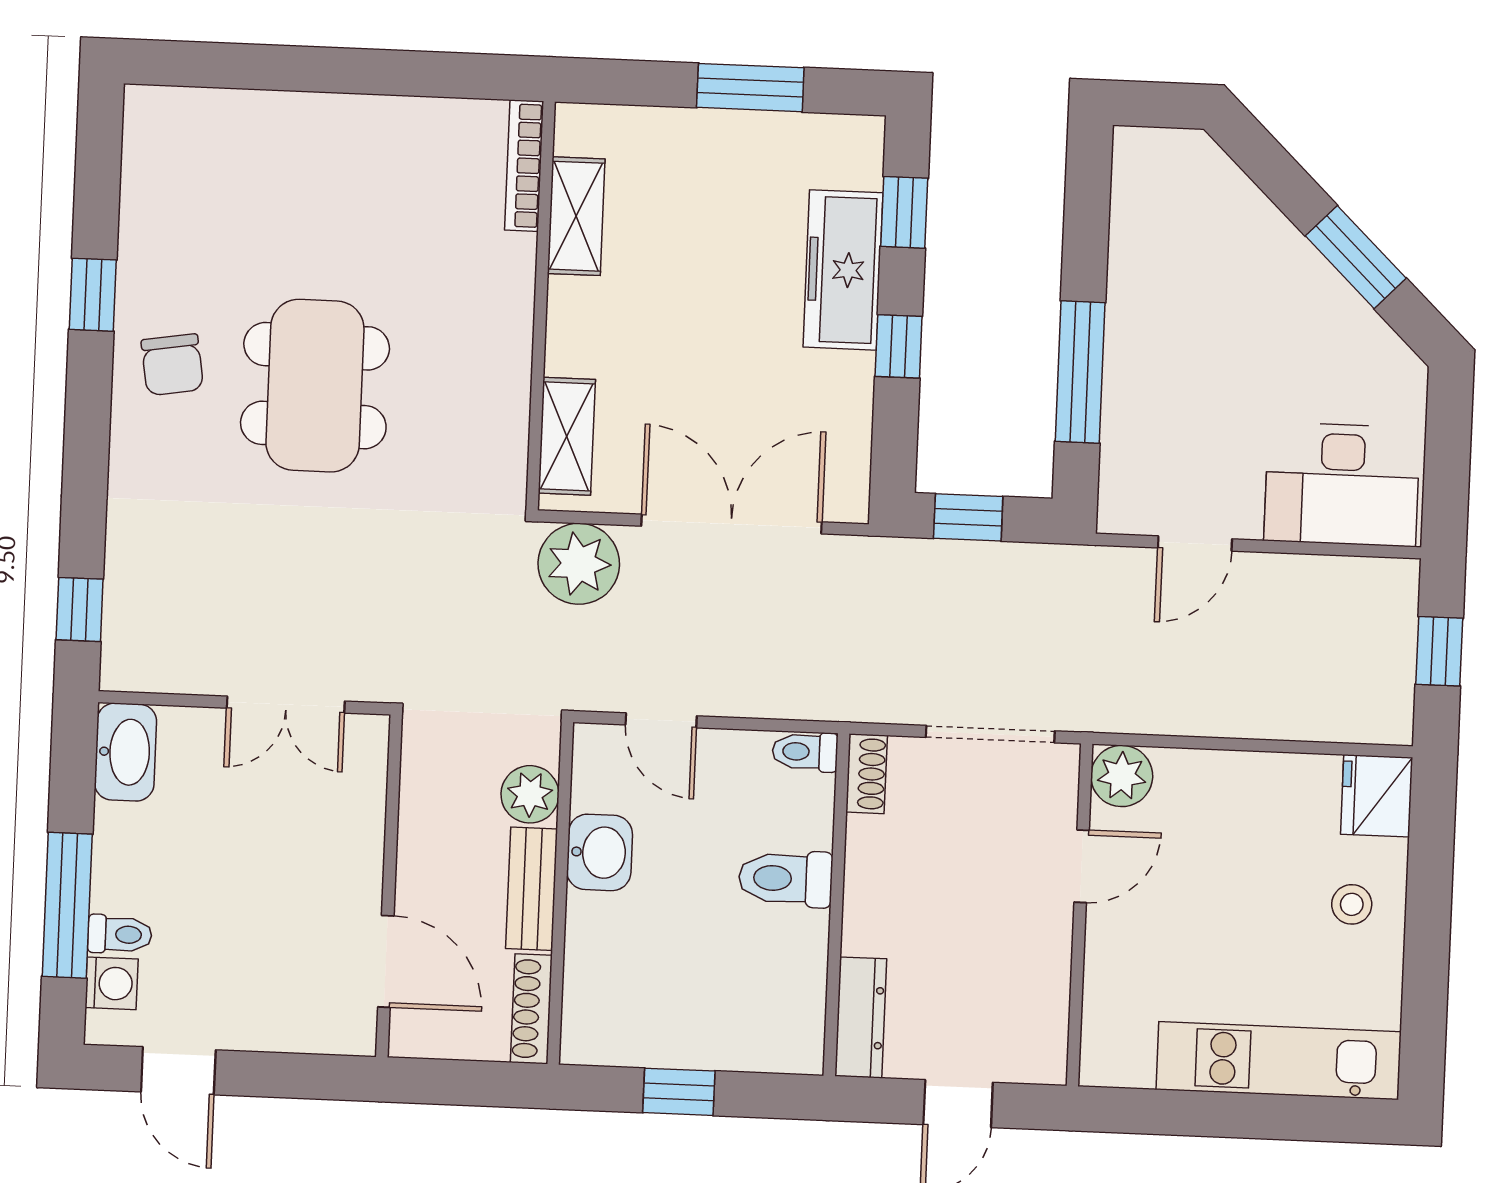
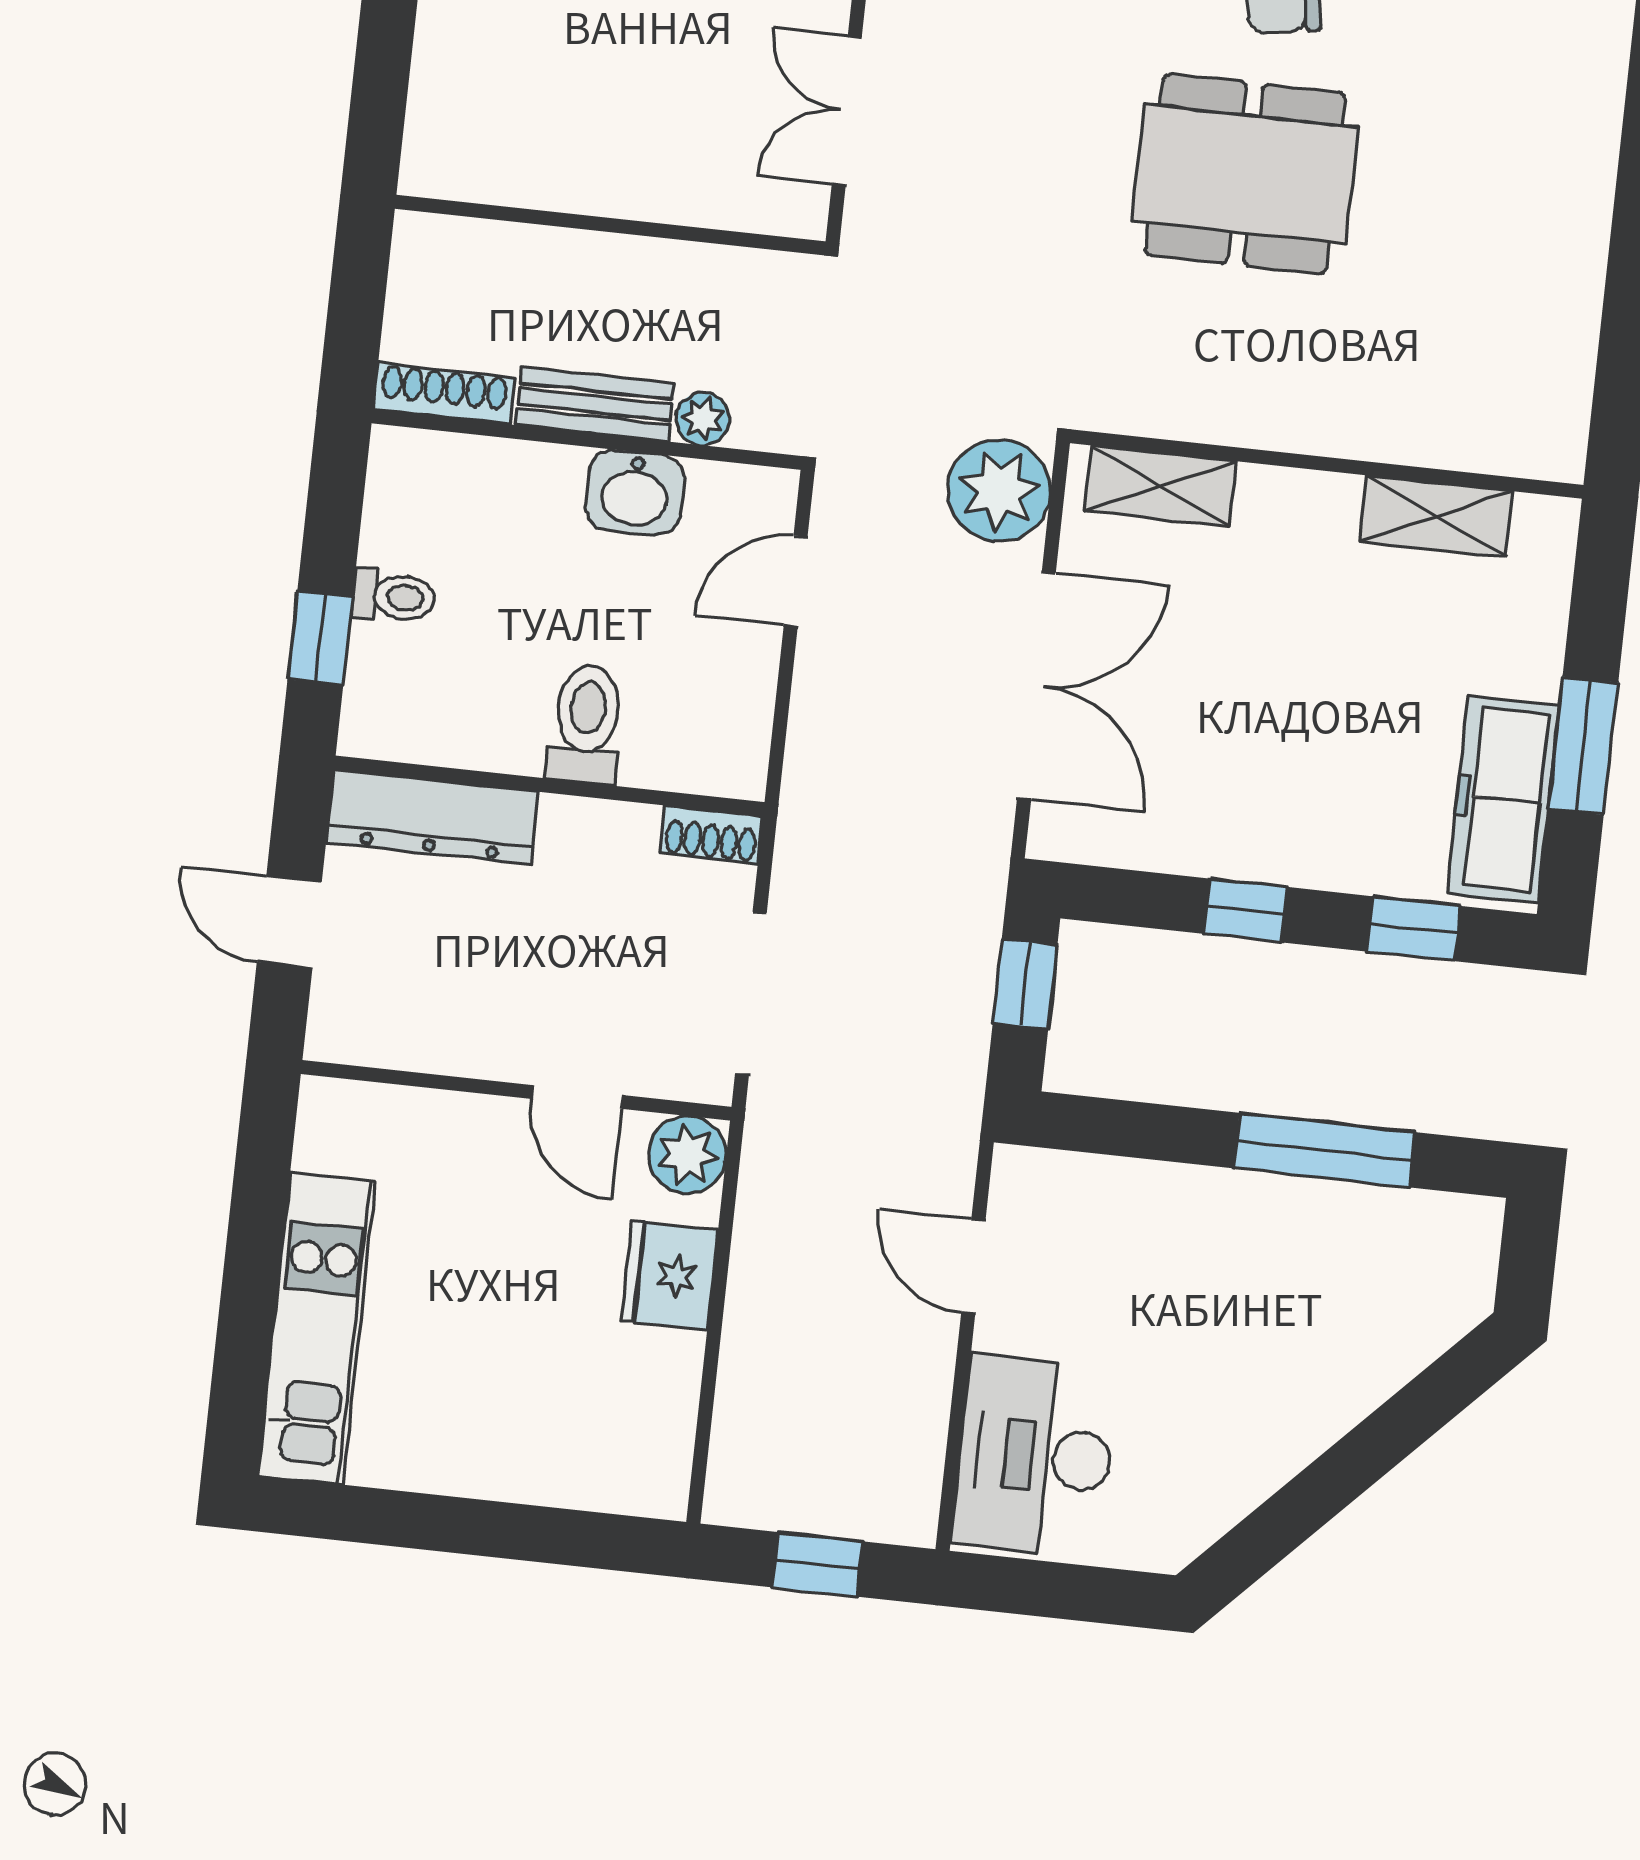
bookcase: (524, 166) -> (1504, 455), removed
window: (1356, 257) -> (1320, 1492), removed
freezer: (843, 270) -> (1503, 799), moved, turned -90
window: (1080, 372) -> (1325, 1150), moved
toilet: (805, 752) -> (394, 596), moved, turned 90
plant: (530, 794) -> (703, 419), width x0.73, depth x0.73
fridge: (1377, 796) -> (670, 1275), moved, turned -90
stool: (1352, 904) -> (507, 1433), removed
door: (386, 961) -> (516, 215), removed
dresser: (861, 1017) -> (432, 817), width x1.37, depth x1.24
window: (679, 1092) -> (320, 638), moved

